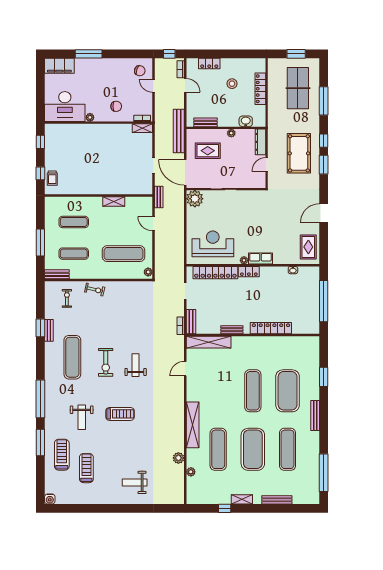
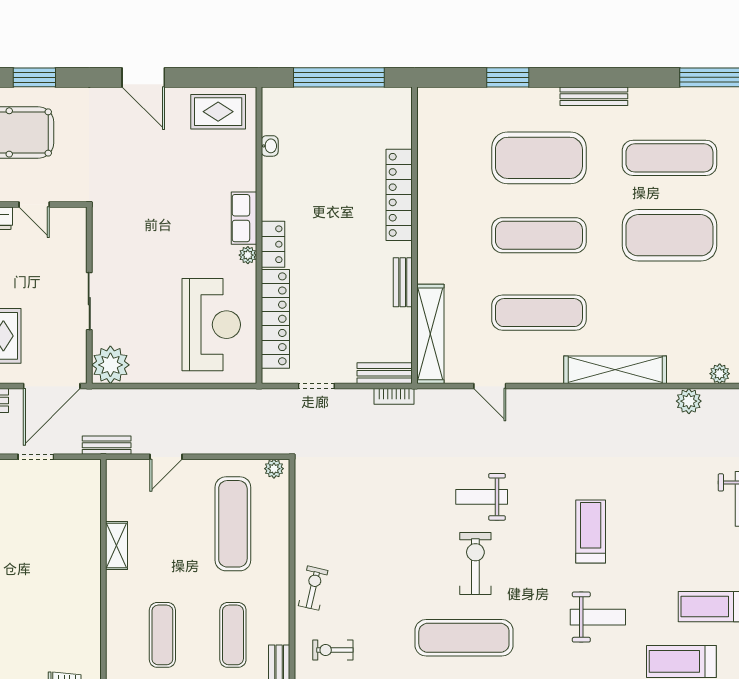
reception desk: (213, 244) -> (211, 325), turned 180
exercise bike: (106, 362) -> (475, 563), turned -90
exercise mat: (218, 449) -> (539, 313), moved

